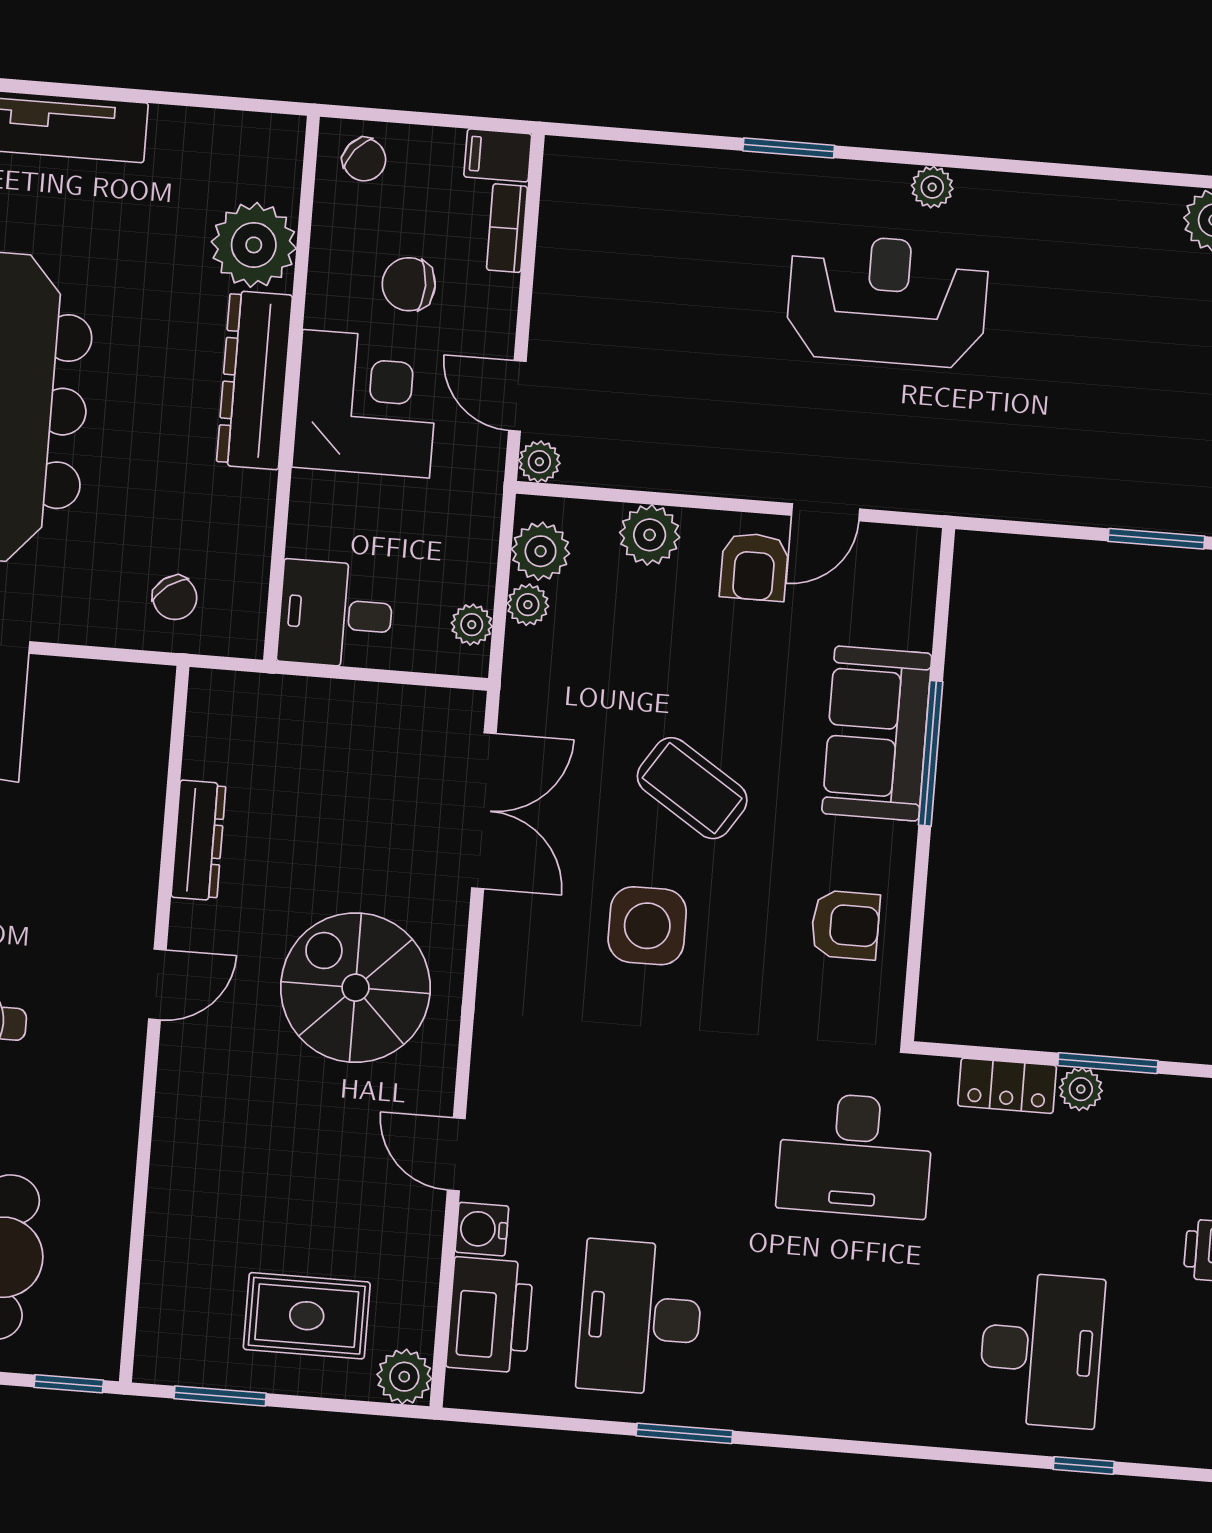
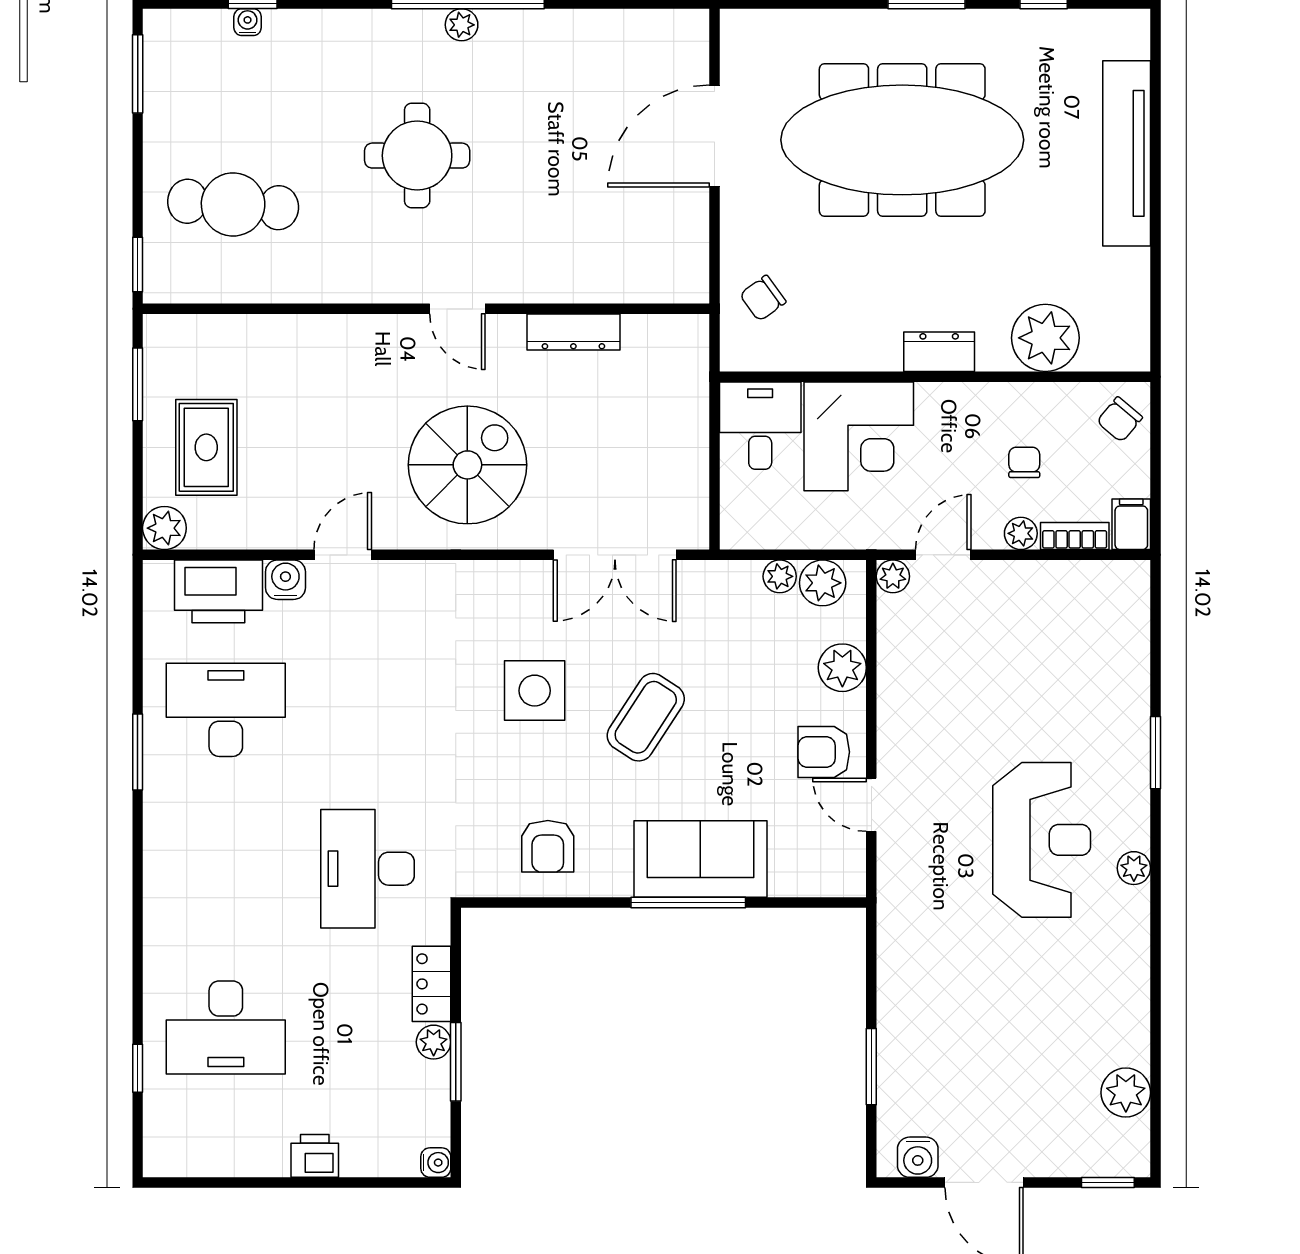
chair: (409, 284) -> (1024, 462), width x0.73, depth x0.73
dresser: (254, 380) -> (939, 352), width x0.51, depth x0.80
corner desk: (366, 404) -> (859, 436), moved
plant: (472, 625) -> (1021, 533), moved

